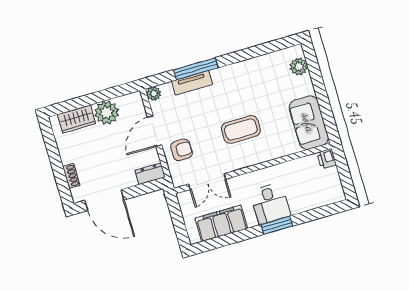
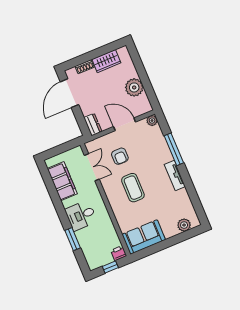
tv unit: (192, 83) -> (175, 175), moved
wardrobe: (77, 119) -> (106, 61), moved, turned -90
armchair: (182, 150) -> (120, 156), moved
window: (344, 172) -> (110, 267), added
double door: (207, 182) -> (92, 167), swing flipped
window: (277, 225) -> (73, 239), moved

